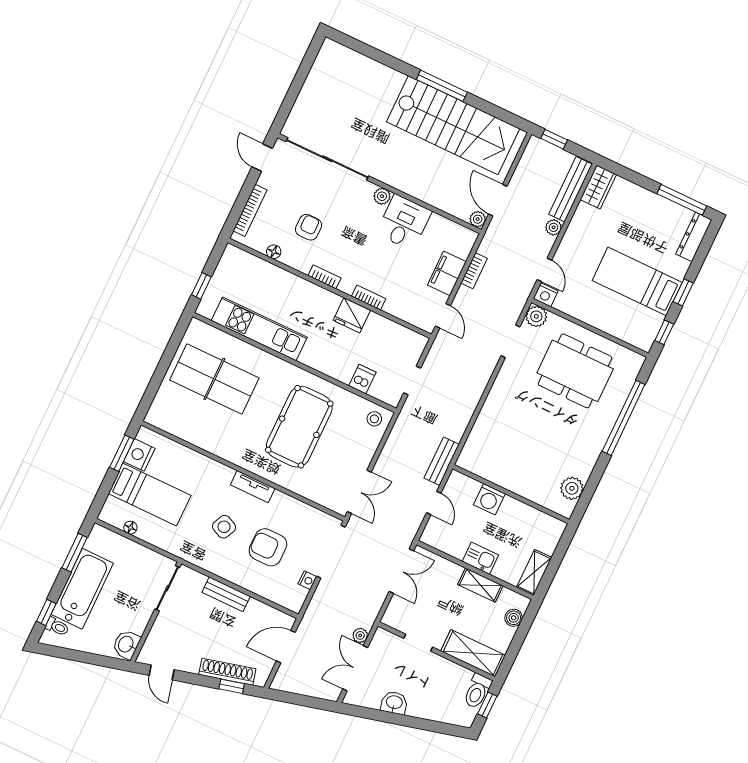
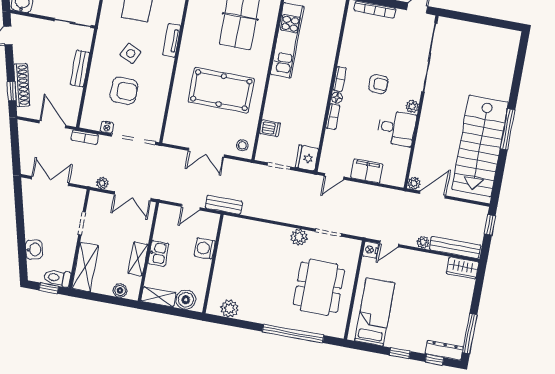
armchair: (309, 227) -> (378, 84), moved
floor lamp: (274, 252) -> (337, 98), moved
bookcase: (474, 271) -> (85, 137), moved
bed: (637, 281) -> (375, 312), moved
fridge: (352, 315) -> (307, 158), moved
plant: (536, 316) -> (299, 237), moved
window: (664, 332) -> (434, 360), moved
tv unit: (253, 487) -> (172, 40), moved
double door: (359, 492) -> (206, 153), moved
boiler: (547, 539) -> (186, 300), added
armchair: (268, 547) -> (124, 91), turned 90
plant: (360, 635) -> (102, 183), moved
washbasin: (394, 703) -> (34, 250), moved

